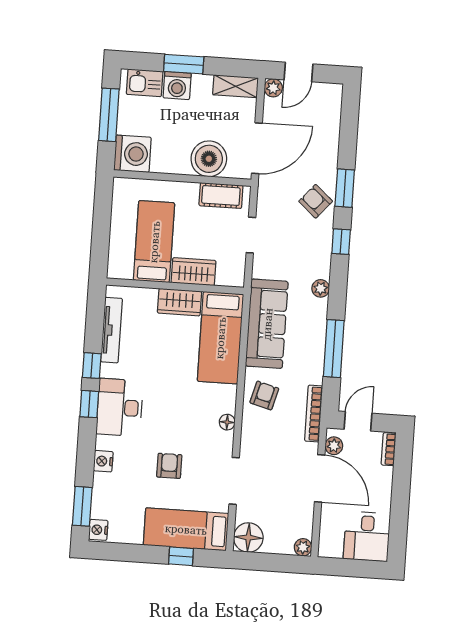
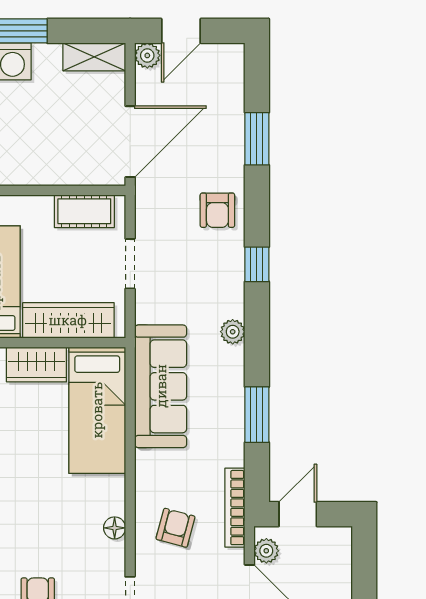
boiler: (209, 159) -> (64, 161), removed
window: (345, 188) -> (257, 139), moved
armchair: (316, 201) -> (217, 210), turned -131
wardrobe: (194, 272) -> (68, 320), width x1.50
window: (334, 349) -> (257, 415), width x0.69
armchair: (264, 395) -> (176, 528), moved
bookcase: (389, 449) -> (343, 550), removed

